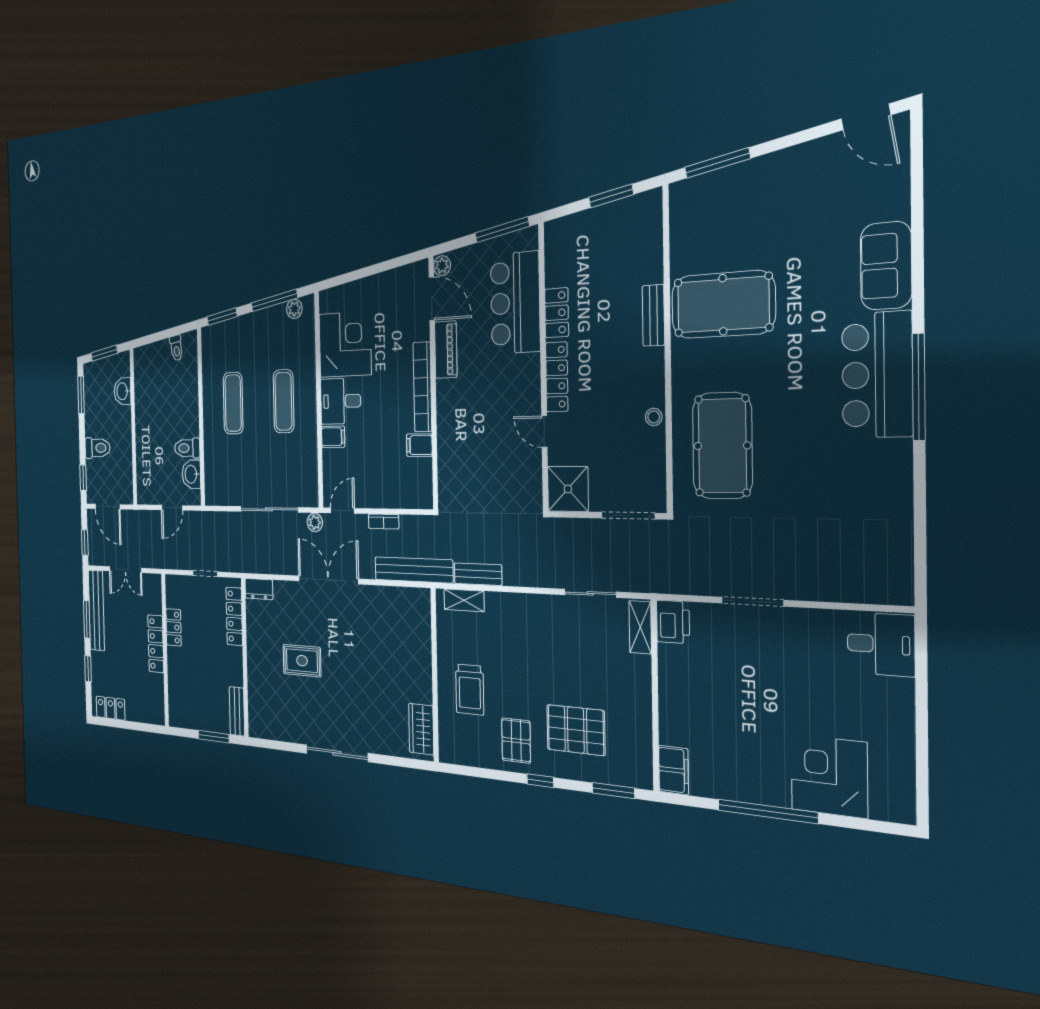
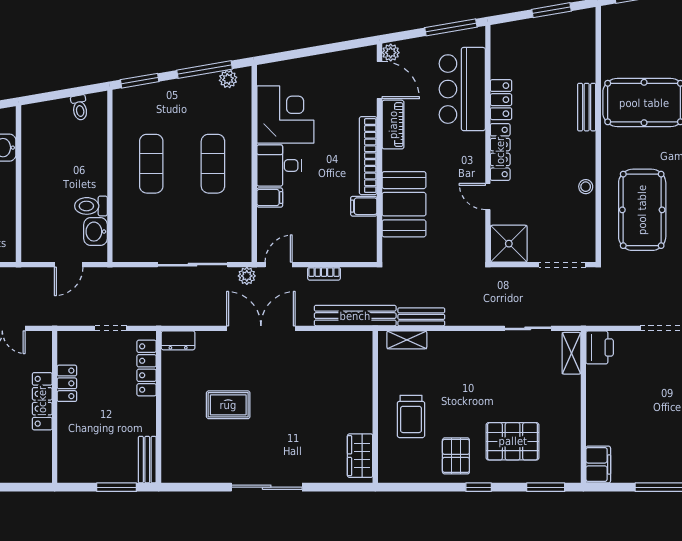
booth: (458, 442) -> (404, 204), added

